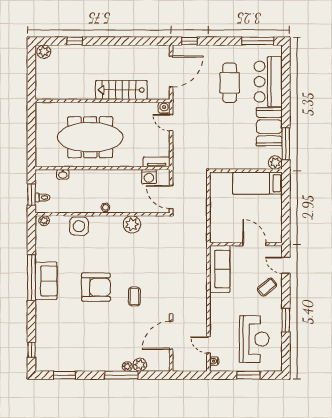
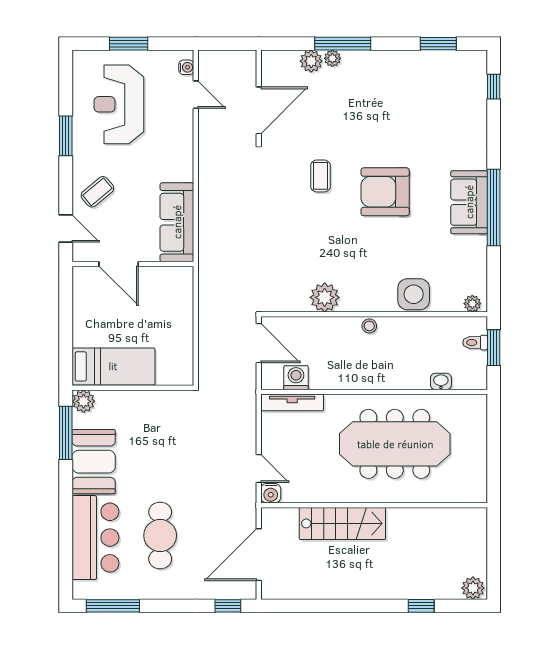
tv unit: (157, 162) -> (292, 402), width x1.41

